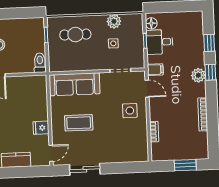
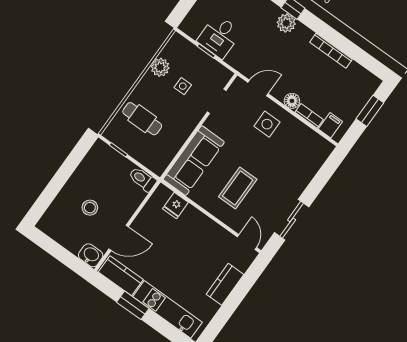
floor lamp: (151, 23) -> (292, 101), moved
cafe table: (75, 35) -> (142, 119), turned 90
filing cabinet: (155, 70) -> (330, 125), moved
fridge: (41, 128) -> (175, 206), moved

